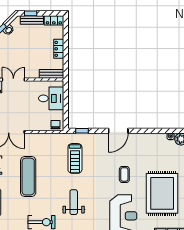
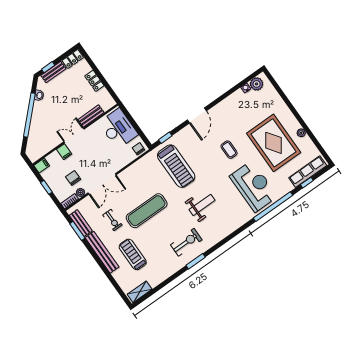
bench: (51, 74) -> (91, 116), moved
desk: (51, 98) -> (118, 129), width x1.37
treadmill: (75, 158) -> (176, 166), width x1.37, depth x1.38
exercise mat: (28, 177) -> (147, 211), turned 90
weight bench: (74, 202) -> (202, 205), turned 90

